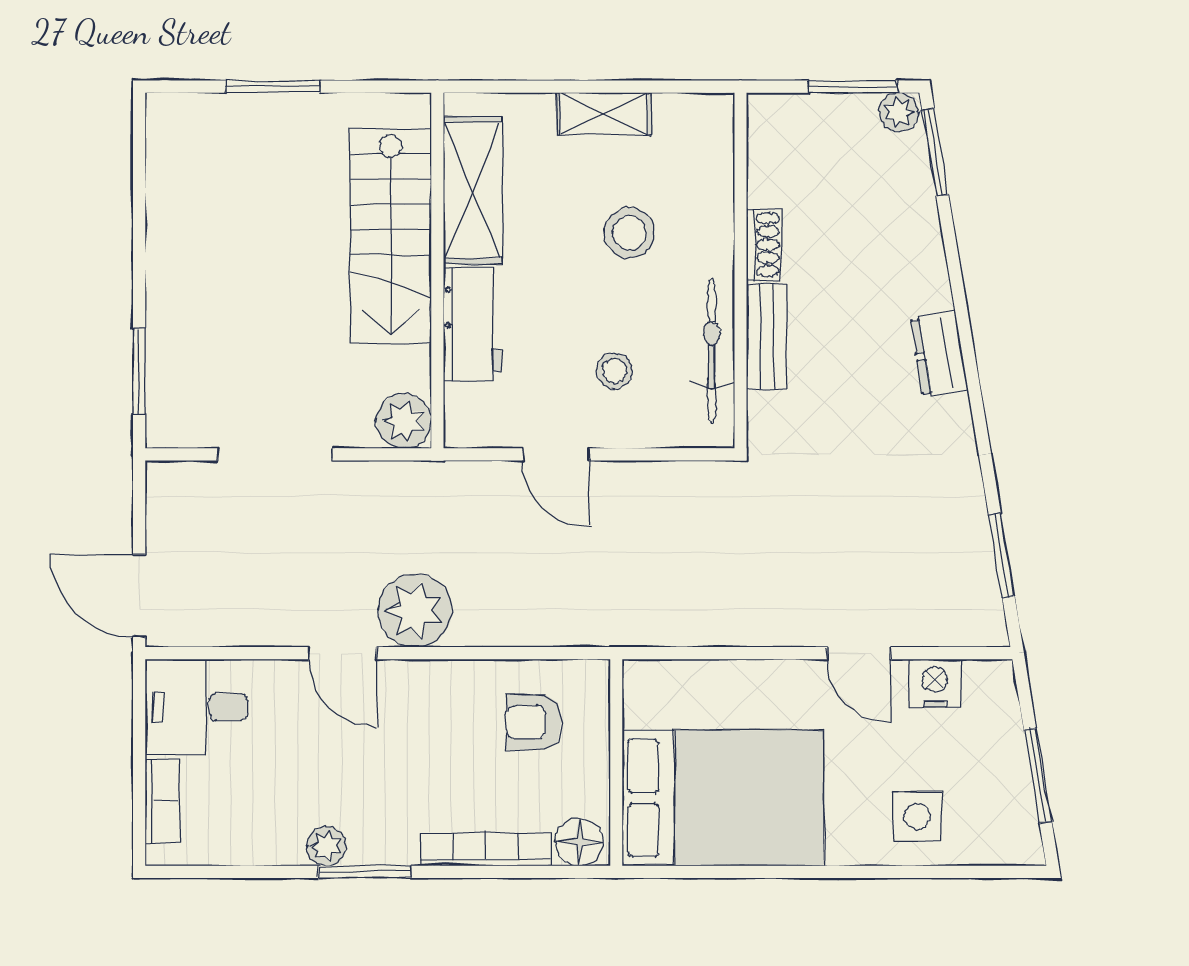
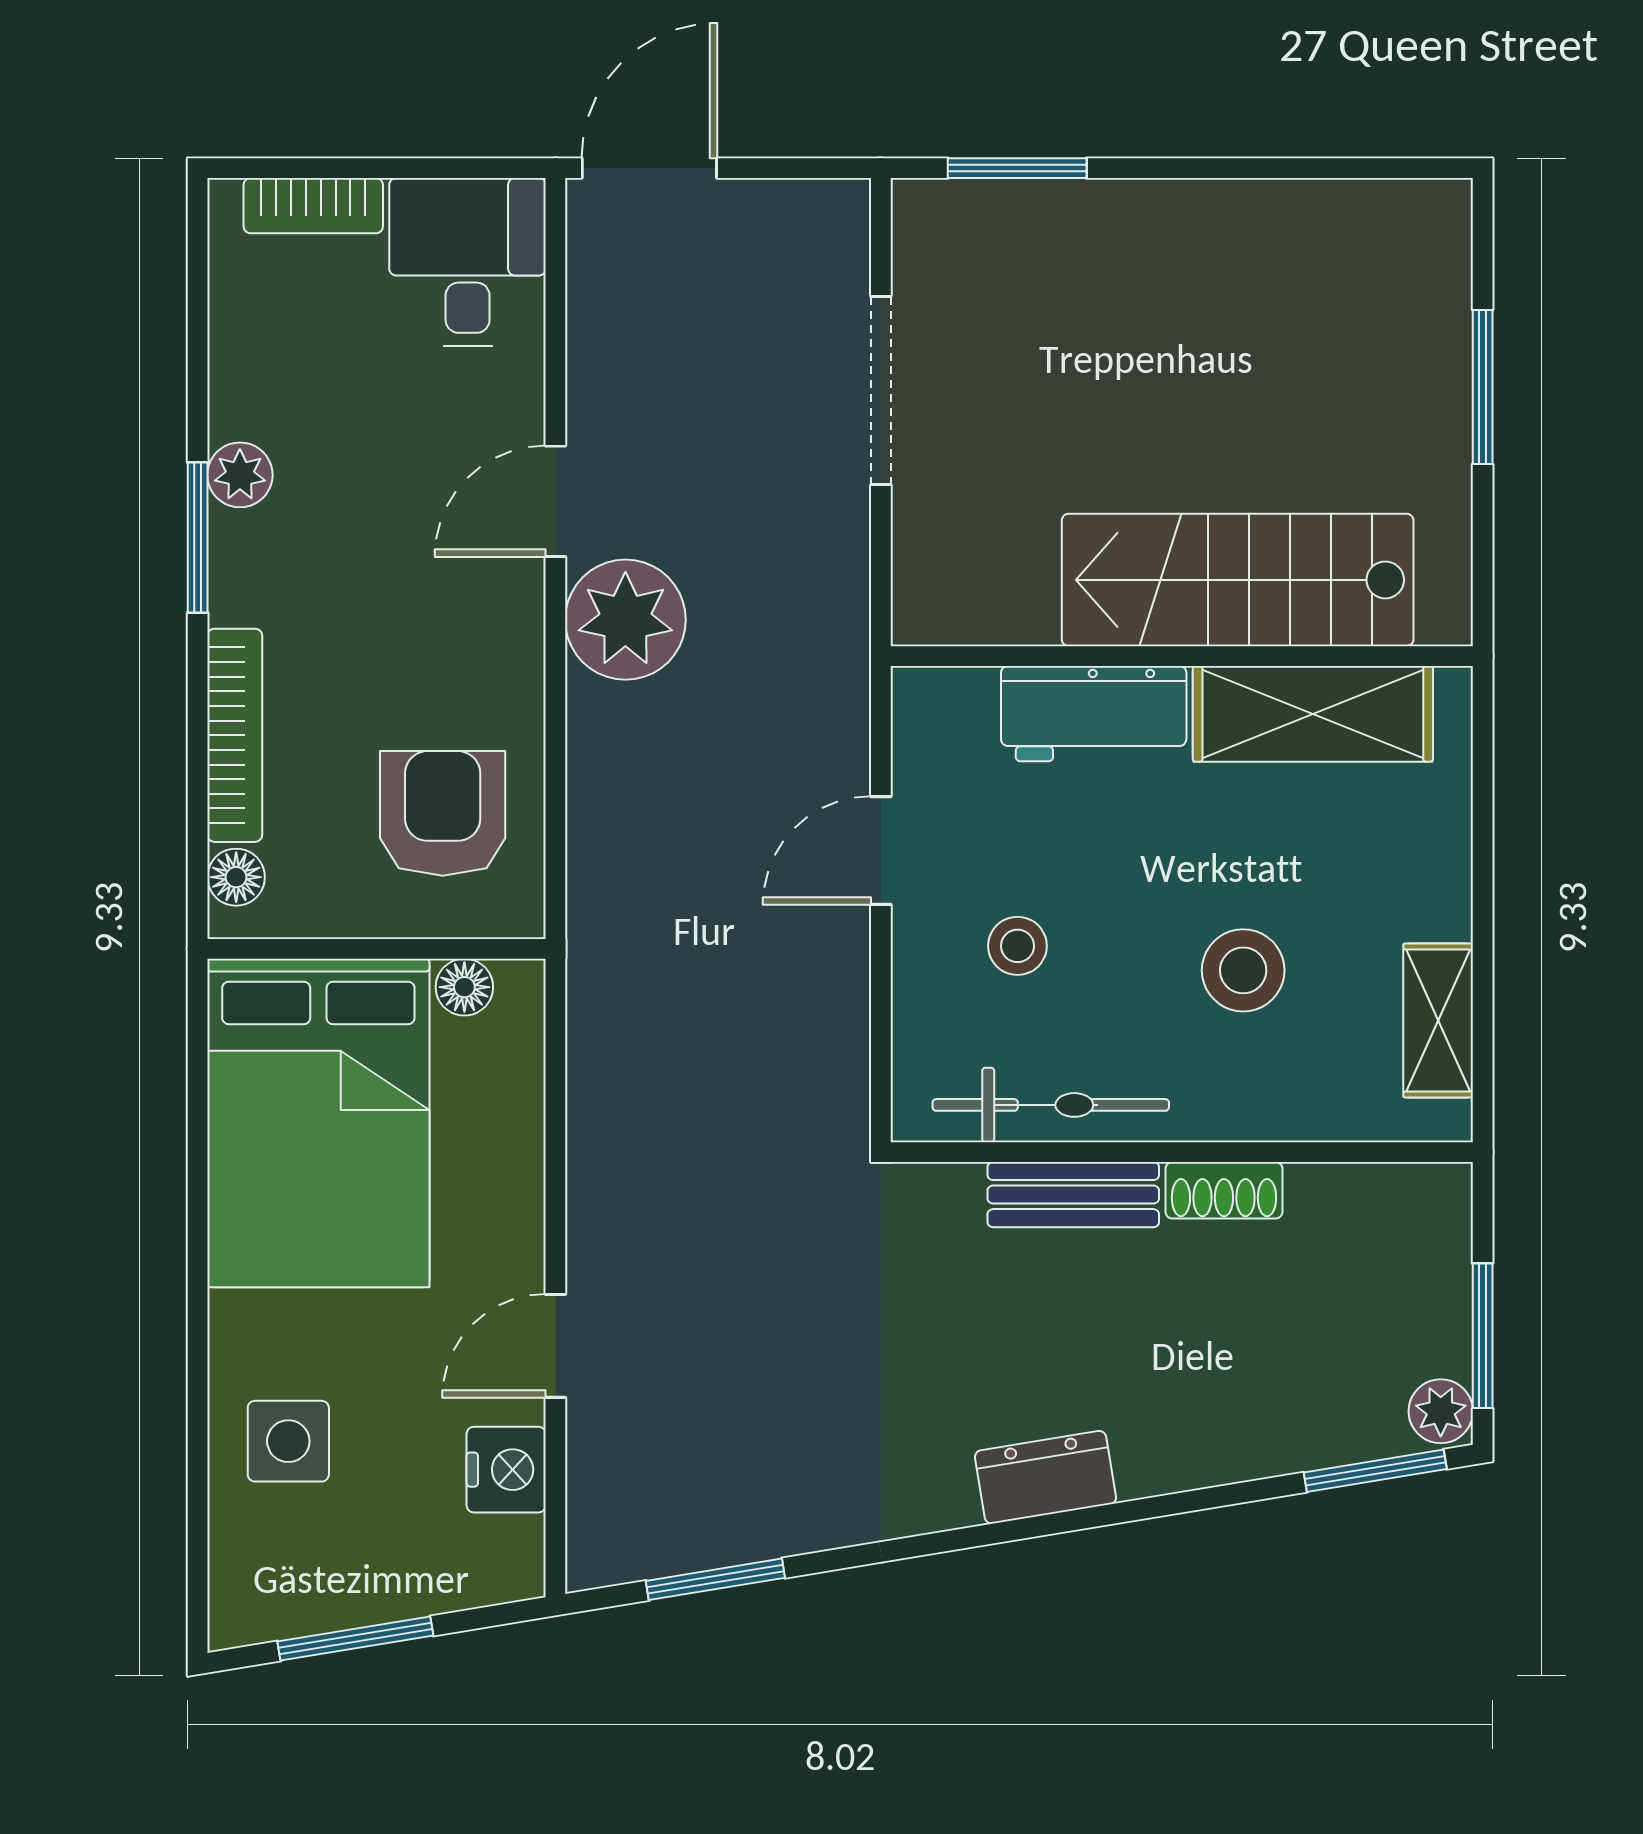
shelving: (604, 114) -> (1438, 1021), moved
plant: (404, 421) -> (935, 601), removed
floor lamp: (640, 709) -> (464, 987), added
armchair: (534, 722) -> (443, 813), width x1.38, depth x1.38
floor lamp: (579, 842) -> (236, 877), width x0.73, depth x0.73

